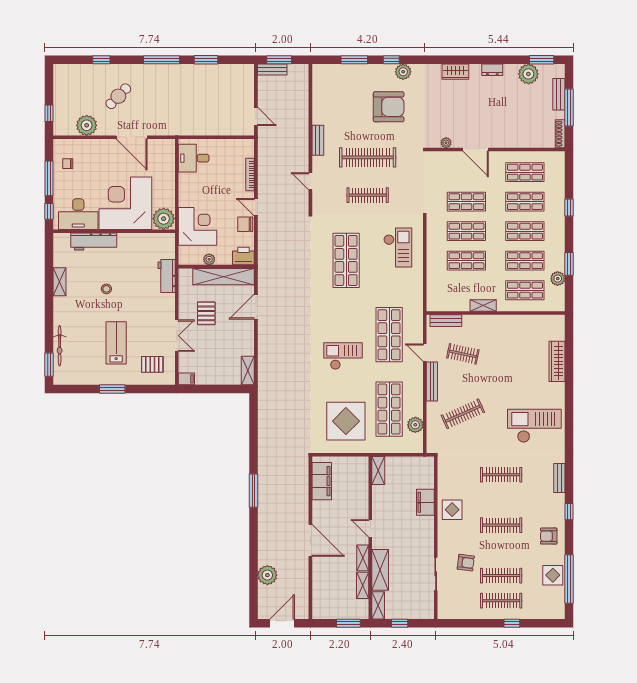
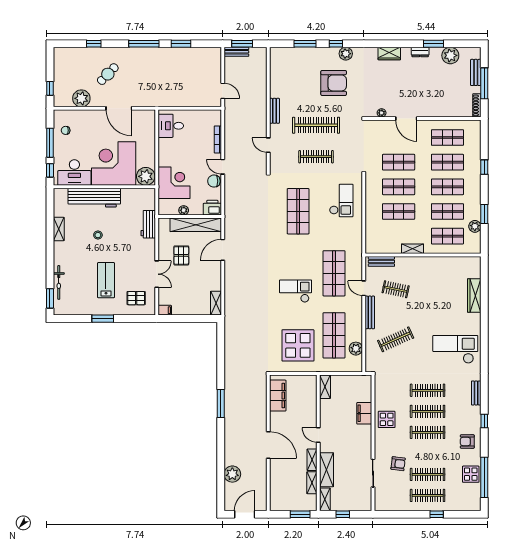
window: (542, 60) -> (434, 44), moved
workbench: (94, 241) -> (94, 198), width x1.36, depth x1.32
clothes rail: (501, 500) -> (428, 411), added

